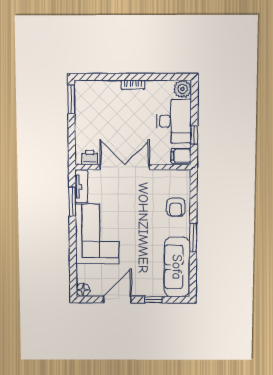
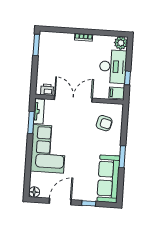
armchair: (176, 207) -> (104, 123), moved, turned -76

